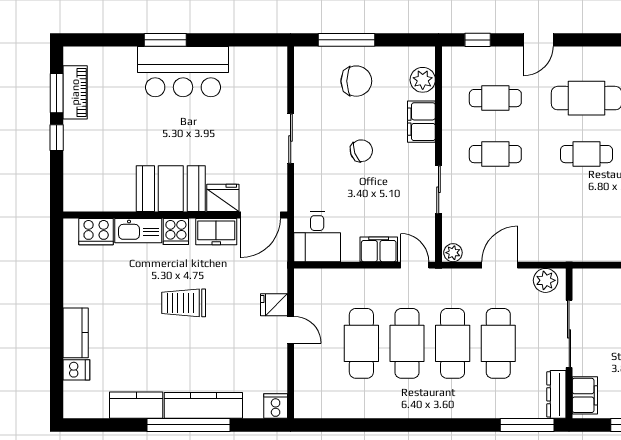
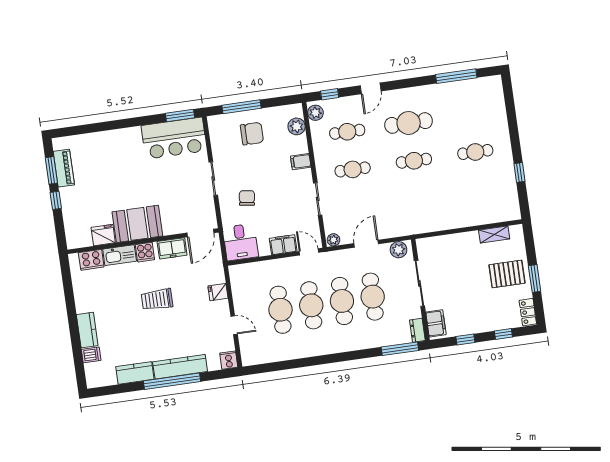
window: (165, 40) -> (180, 116), moved
plant: (453, 64) -> (315, 113), added
bar counter: (183, 72) -> (174, 138), moved
filing cabinet: (421, 122) -> (301, 162), width x0.50
chair: (361, 151) -> (247, 198), moved, turned -62
fridge: (223, 198) -> (103, 235), moved
door: (291, 330) -> (234, 325), moved
dresser: (556, 394) -> (417, 330), width x0.70

